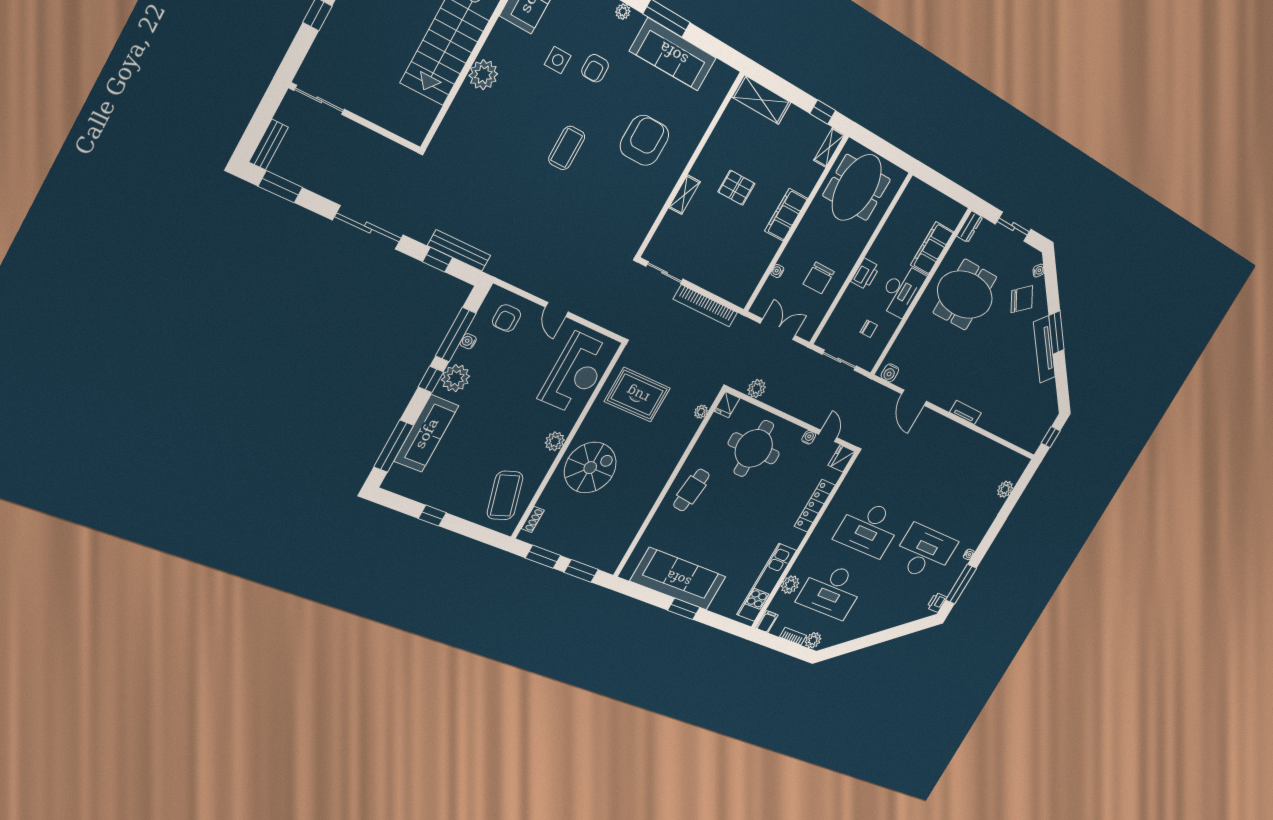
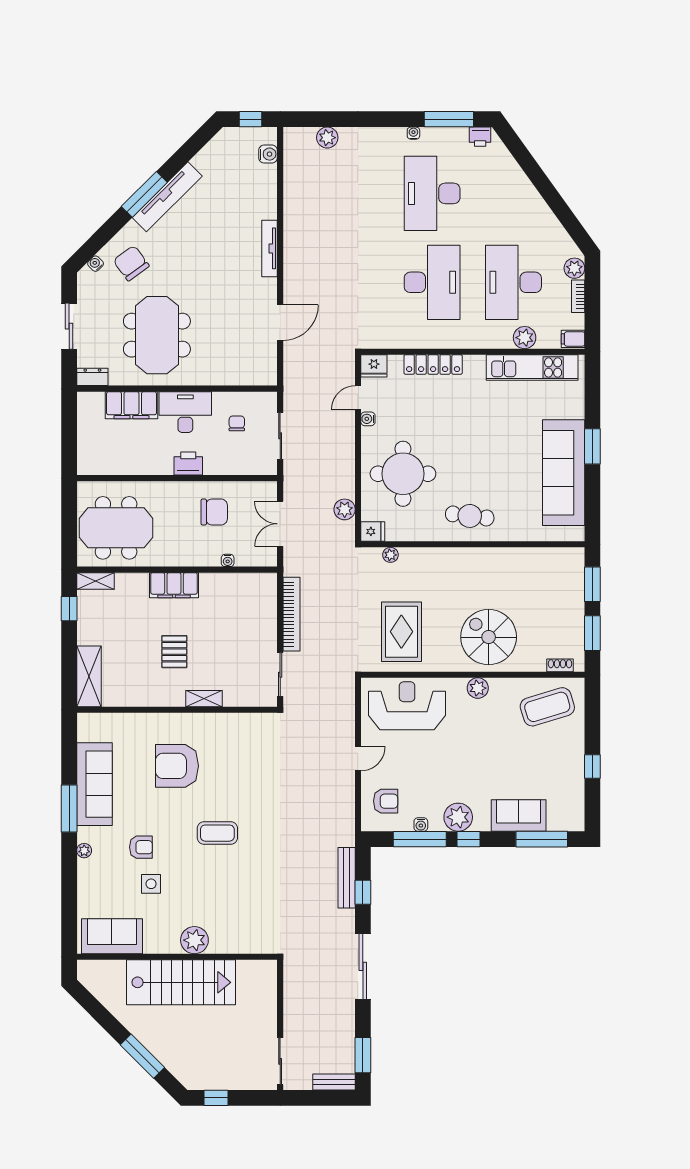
water cooler: (890, 373) -> (268, 154), moved
tv unit: (965, 413) -> (270, 248), width x1.41
sofa: (426, 433) -> (519, 816), width x0.73
desk: (832, 591) -> (513, 282), turned 180

